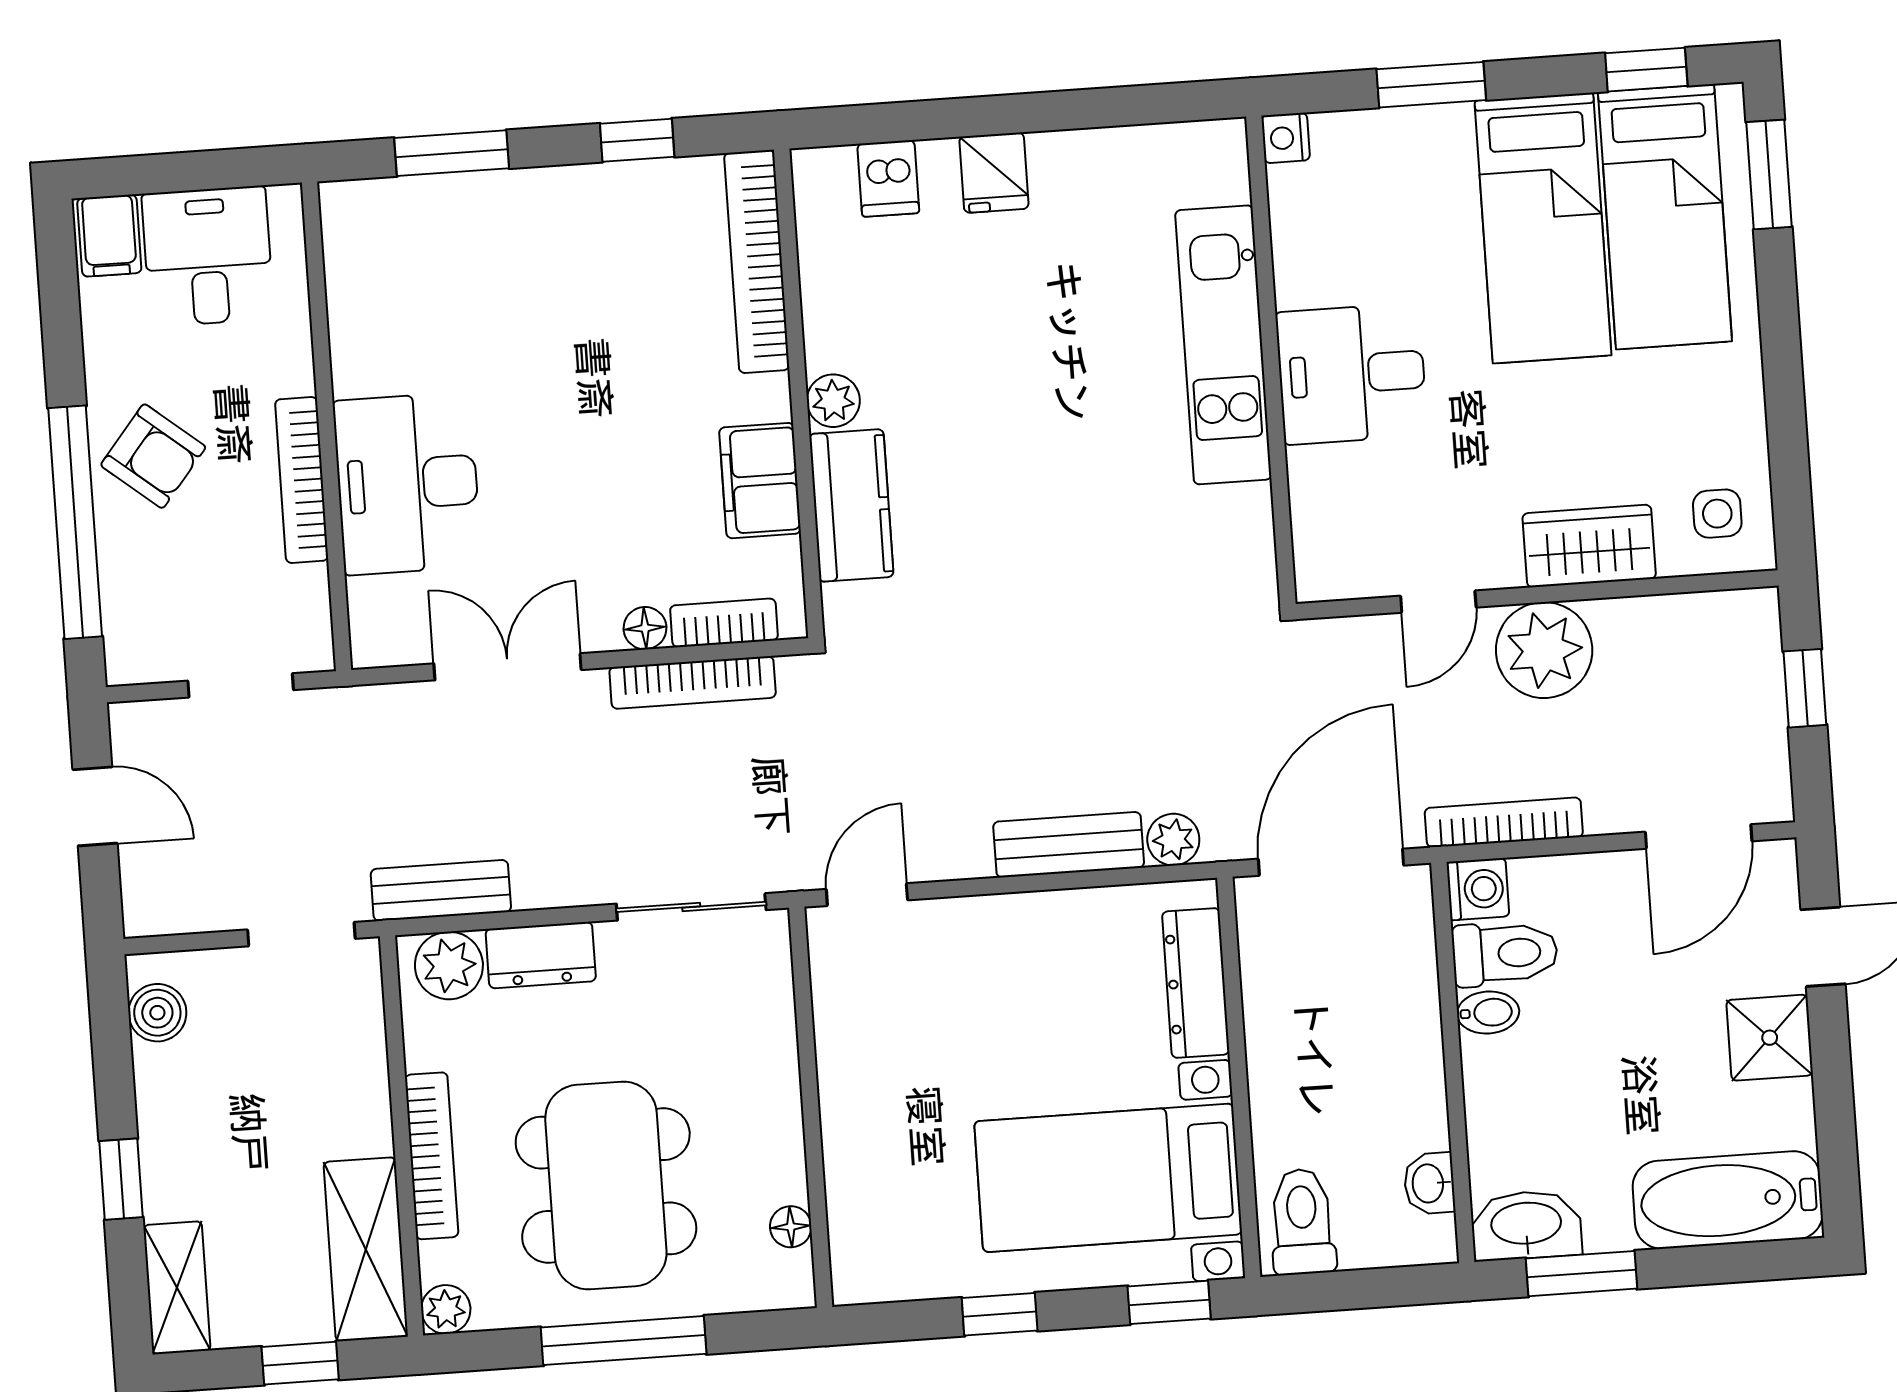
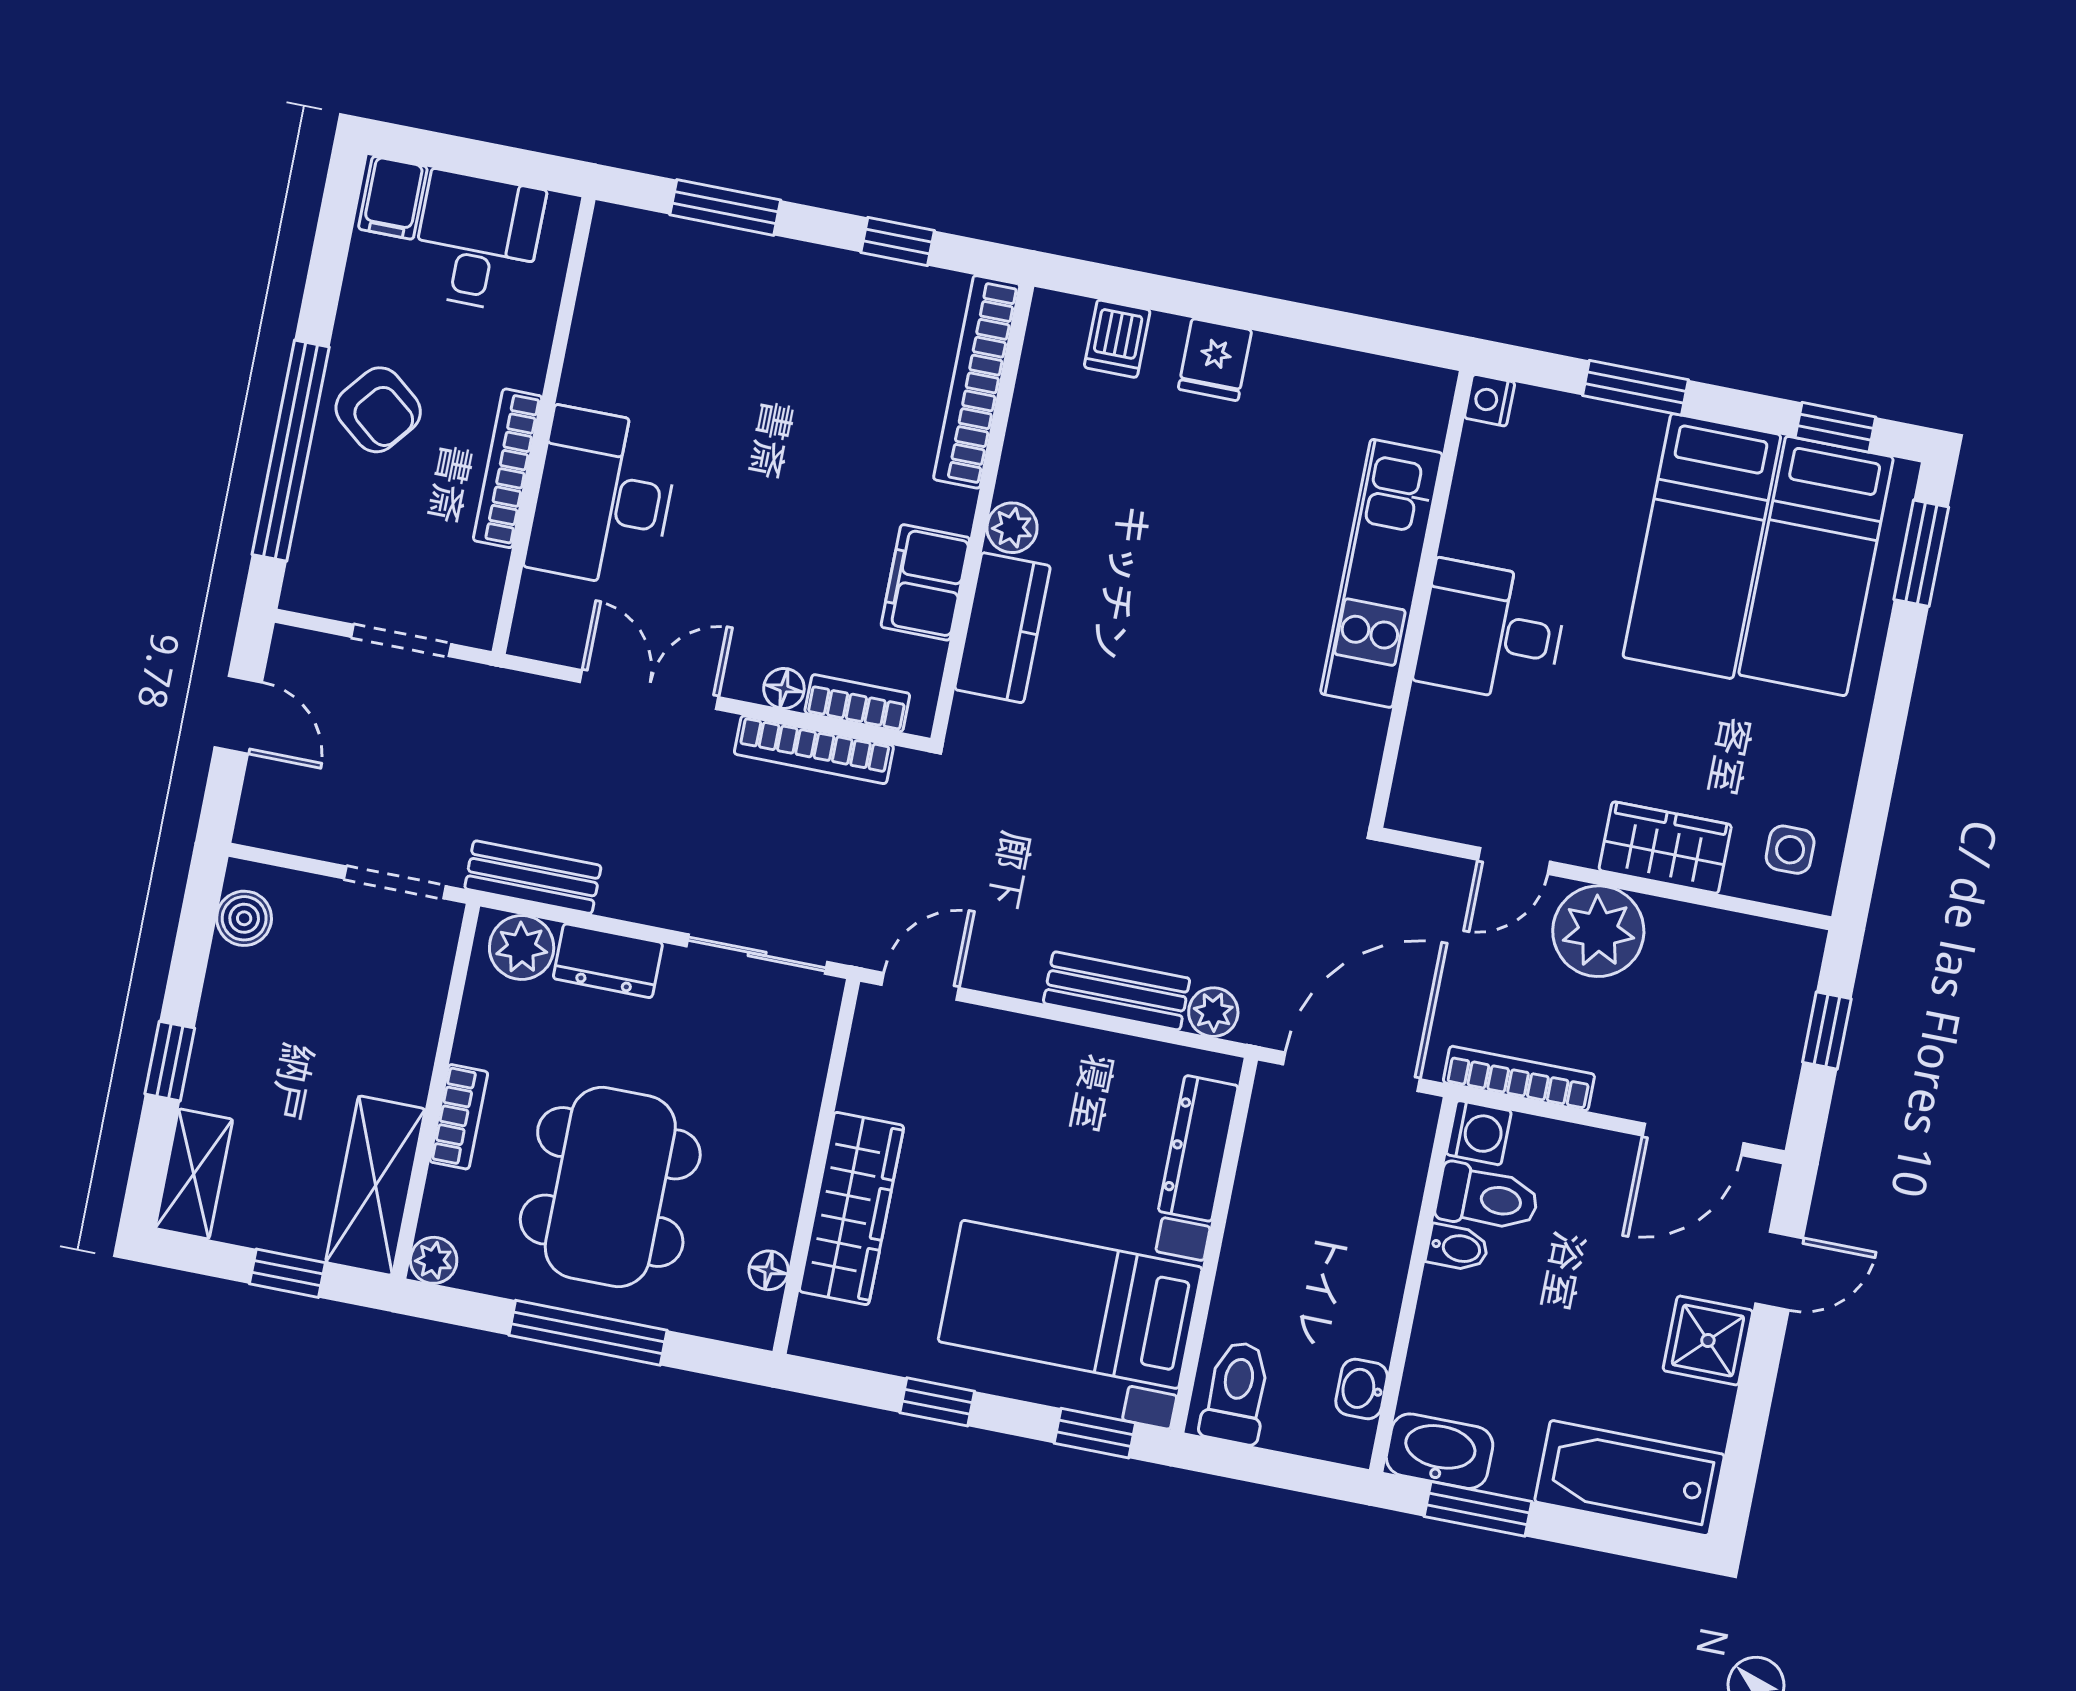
wardrobe: (858, 1141) -> (851, 1208), added
bookcase: (432, 1156) -> (459, 1117), width x0.64

